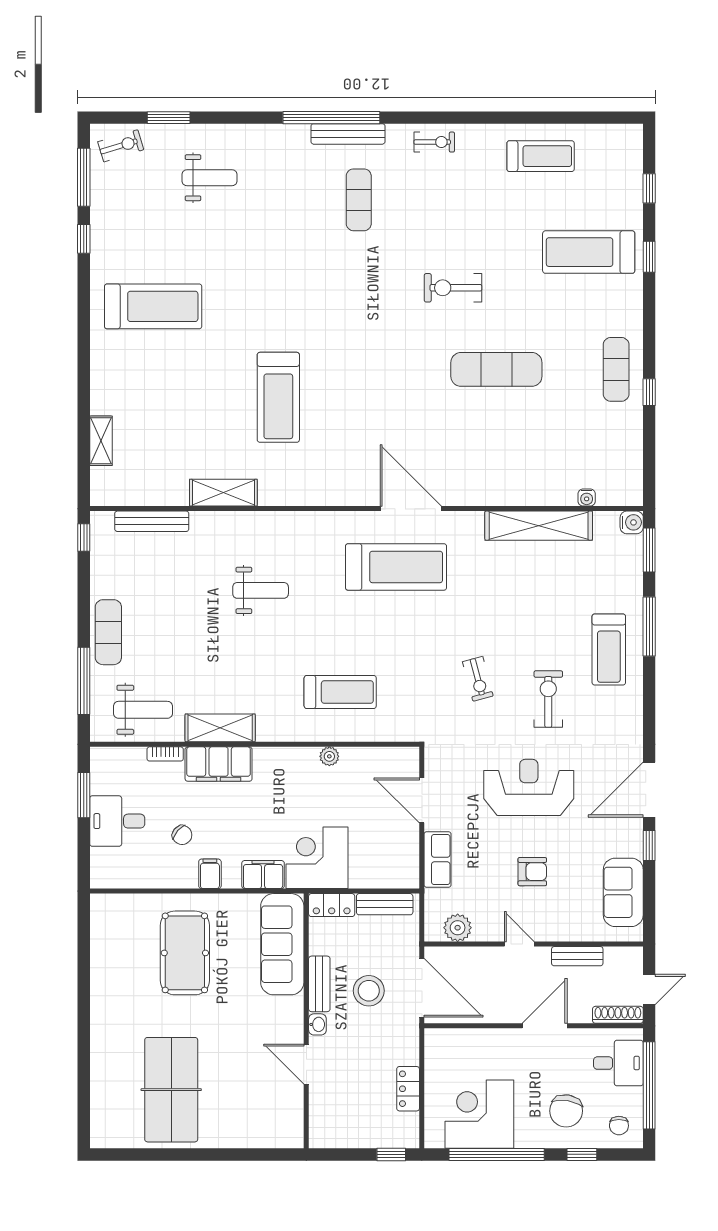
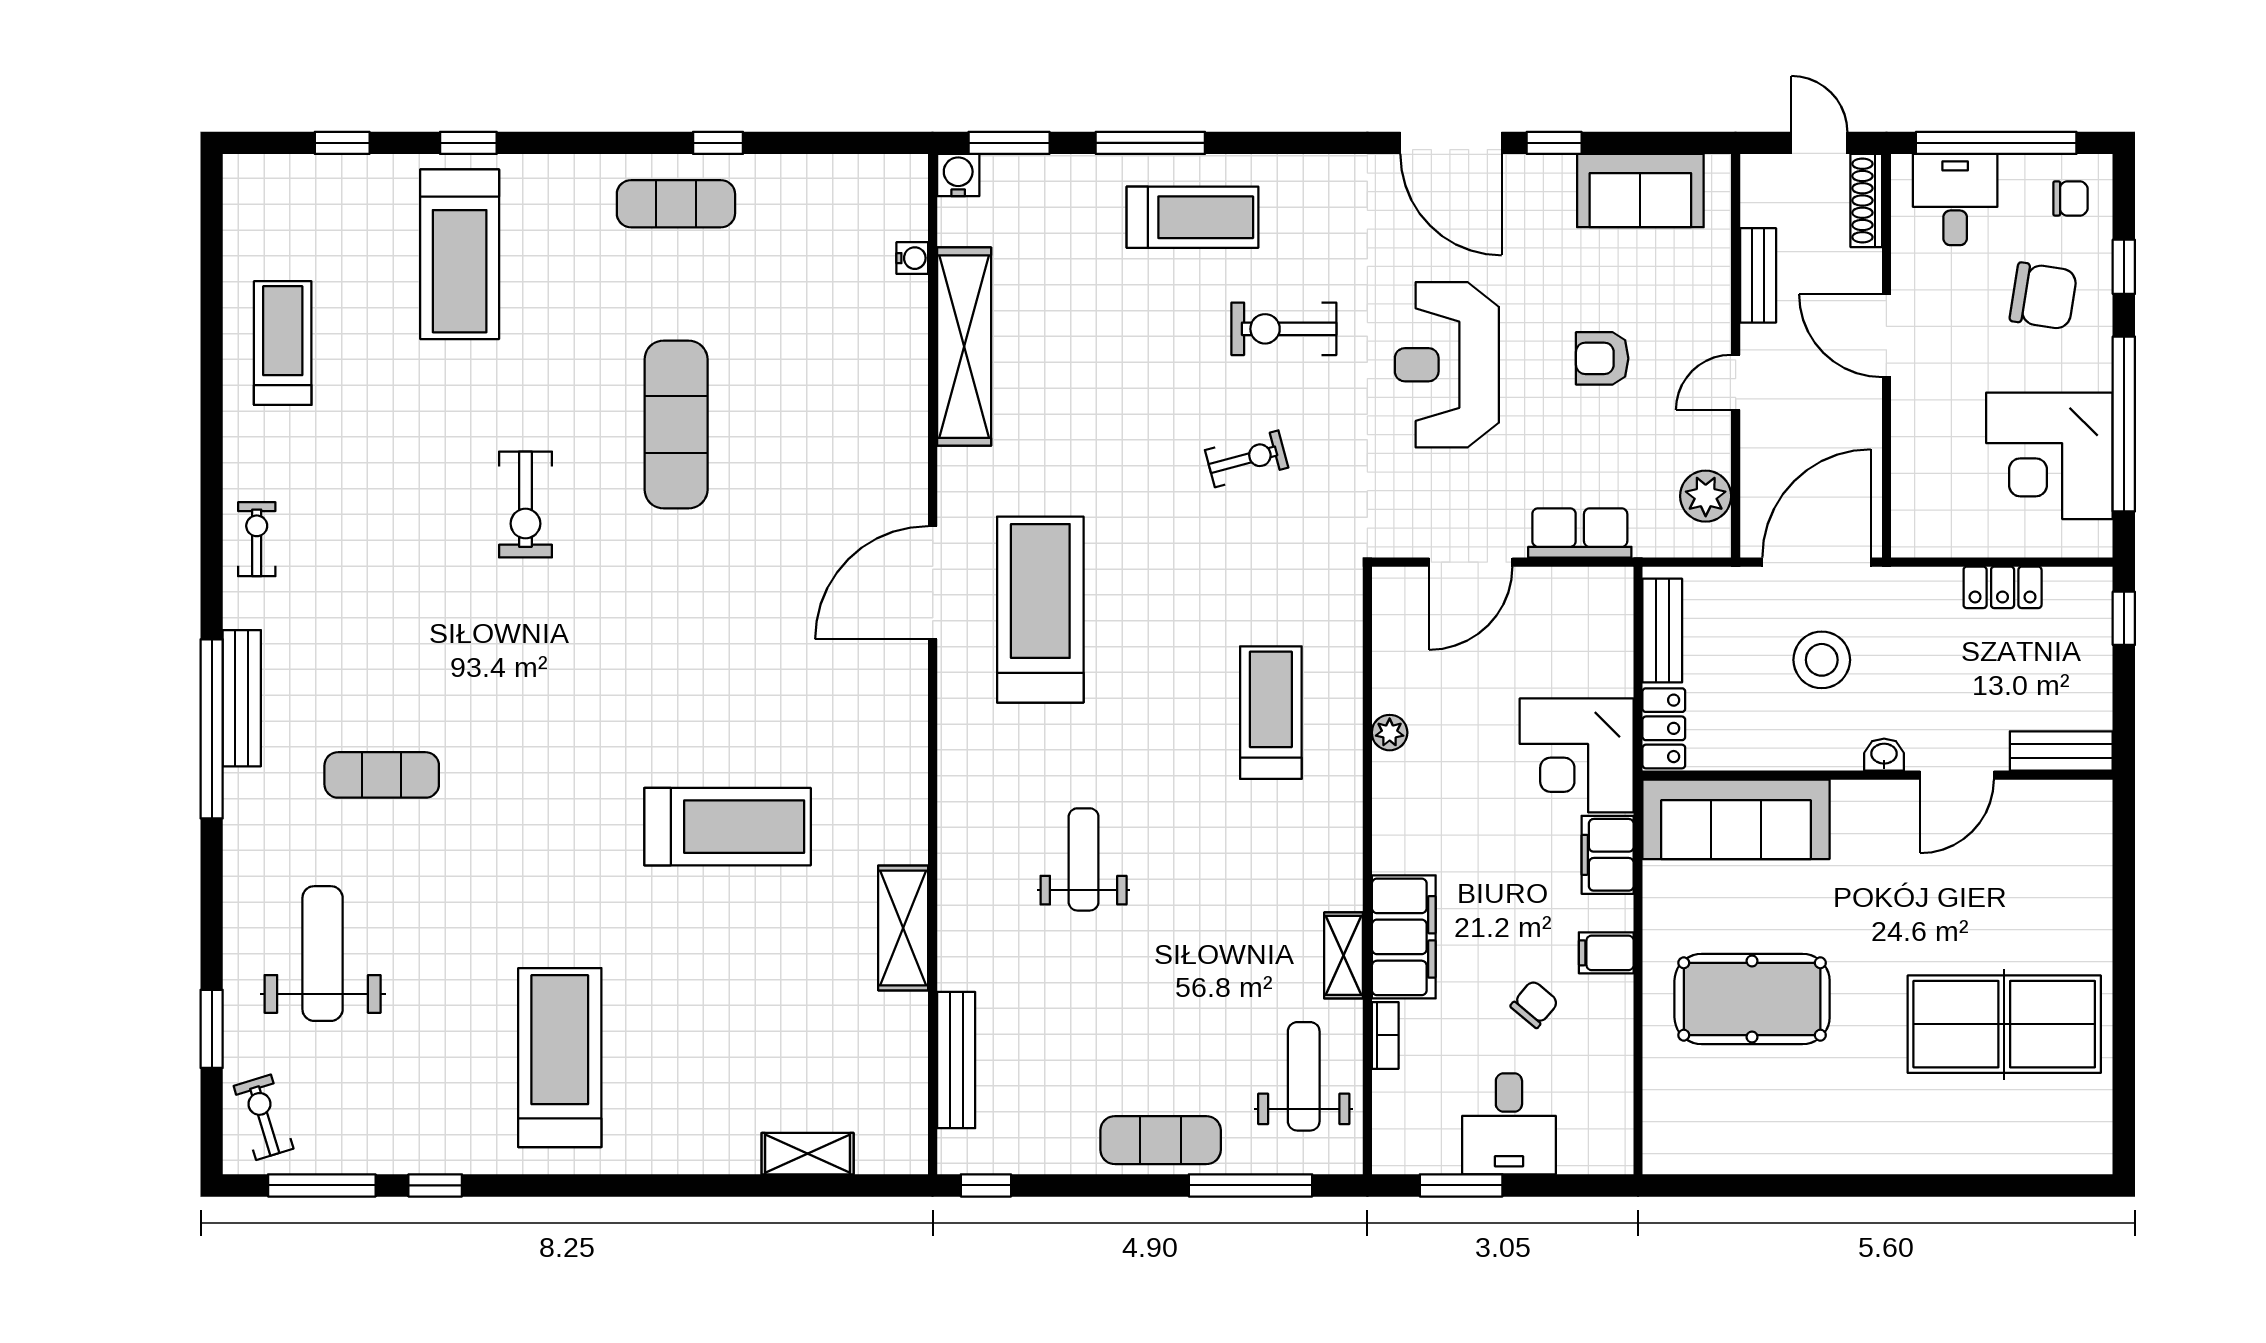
weight bench: (210, 178) -> (323, 954), width x1.36, depth x1.33
exercise mat: (359, 200) -> (382, 775), moved
shelving: (220, 728) -> (1344, 955), width x0.67, depth x0.75
armchair: (532, 872) -> (1602, 358), turned -90
bench: (319, 984) -> (2061, 751), moved

